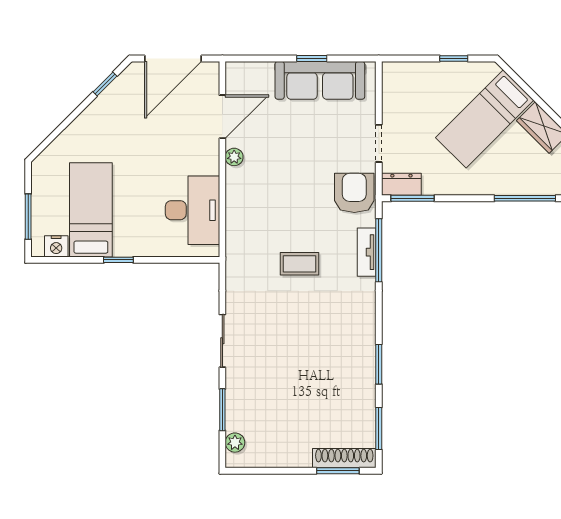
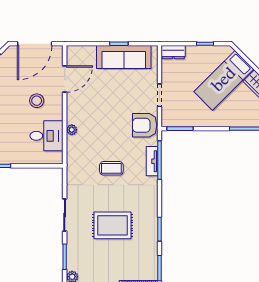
stool: (176, 152) -> (37, 101), added
plant: (234, 157) -> (72, 130), moved
dresser: (401, 184) -> (173, 52), moved, turned 180
armchair: (354, 193) -> (145, 125), turned -90
desk: (193, 210) -> (47, 136), width x0.73
rug: (301, 358) -> (113, 225), added

